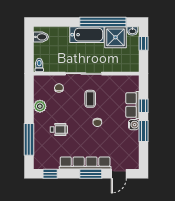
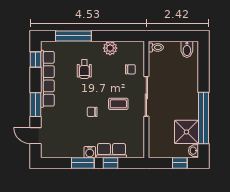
bathtub: (87, 35) -> (189, 100), removed
row of seats: (85, 163) -> (47, 79), moved

